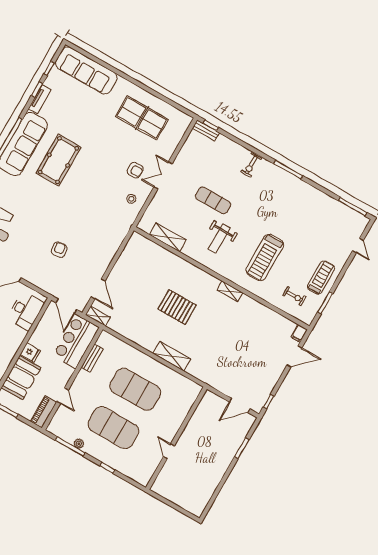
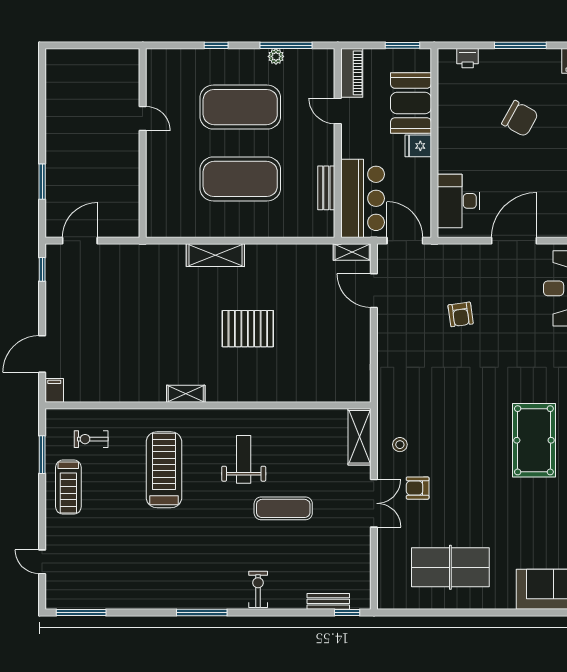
bench: (206, 130) -> (328, 601), moved
shelving: (168, 237) -> (360, 437), moved, turned 90

